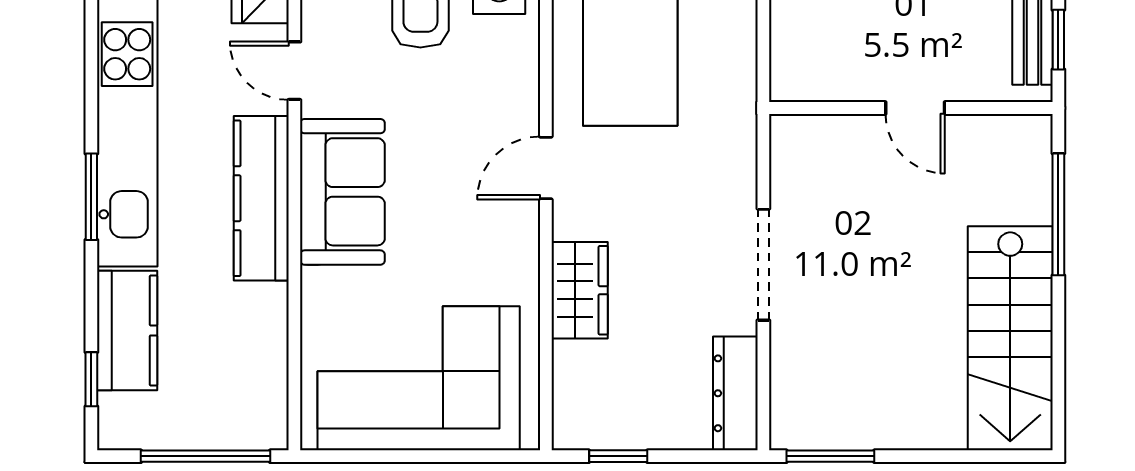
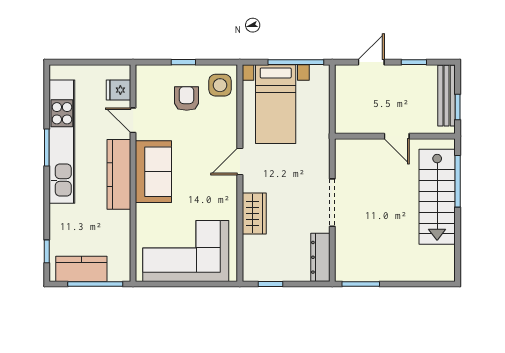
window: (91, 197) -> (47, 148), moved
kitchen counter: (127, 330) -> (81, 269), moved, turned -90
stairs: (1010, 338) -> (437, 197), moved

